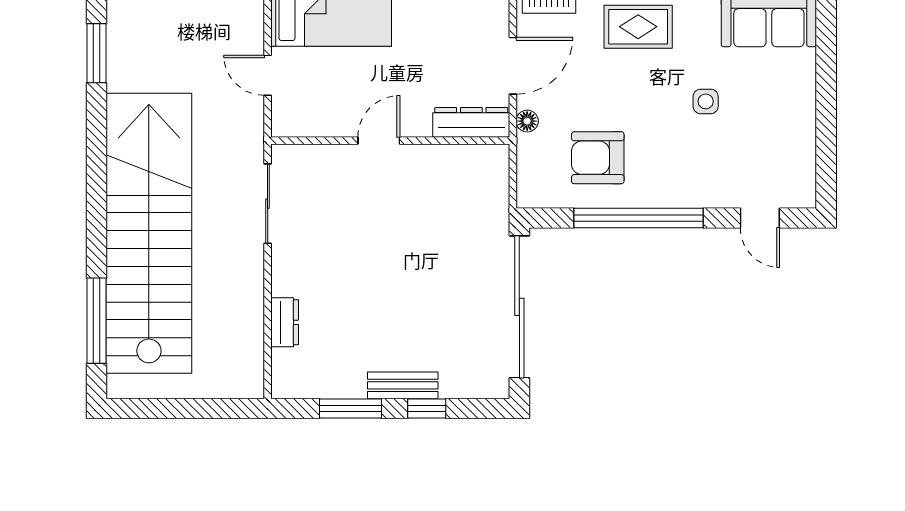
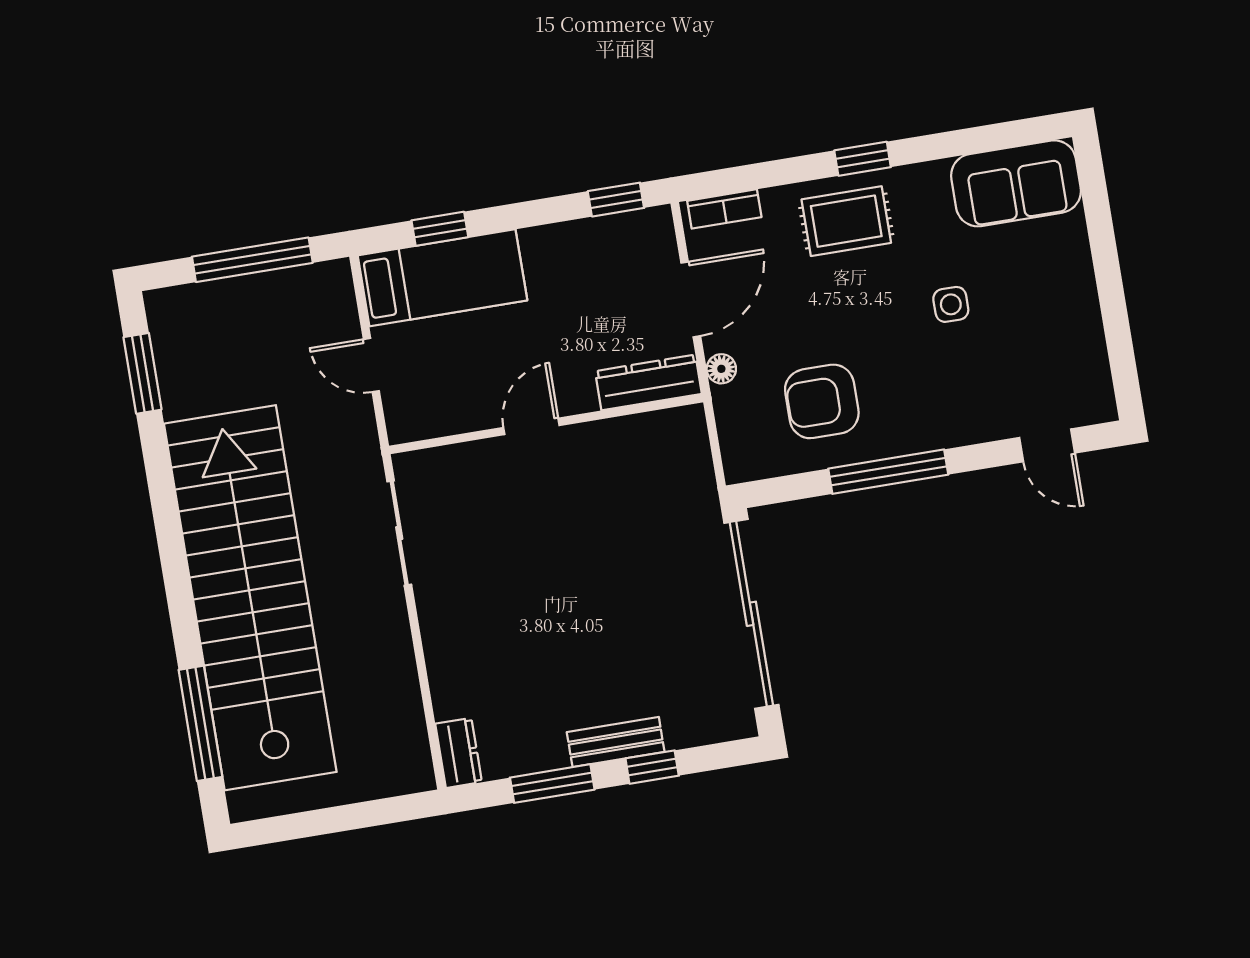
window: (639, 218) -> (888, 472), width x0.68
dresser: (285, 322) -> (459, 753), moved

